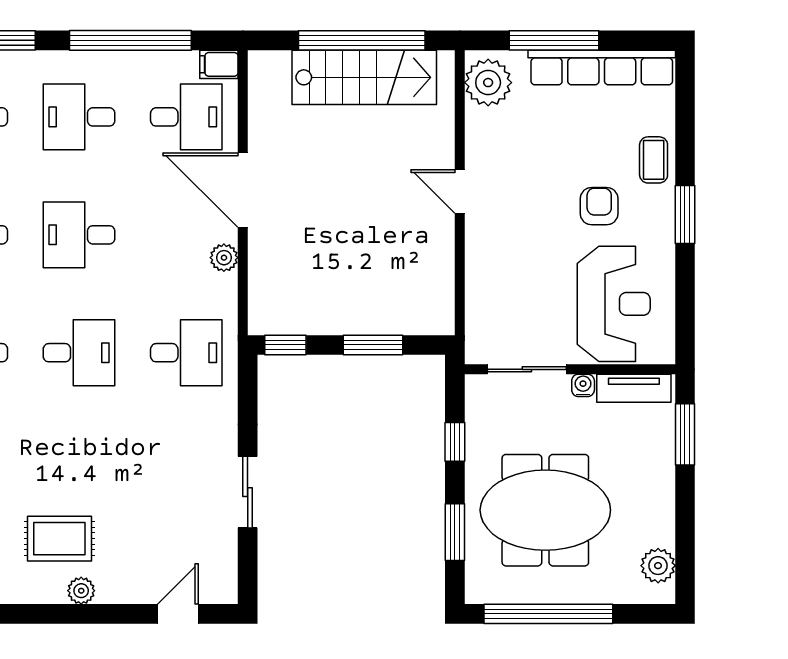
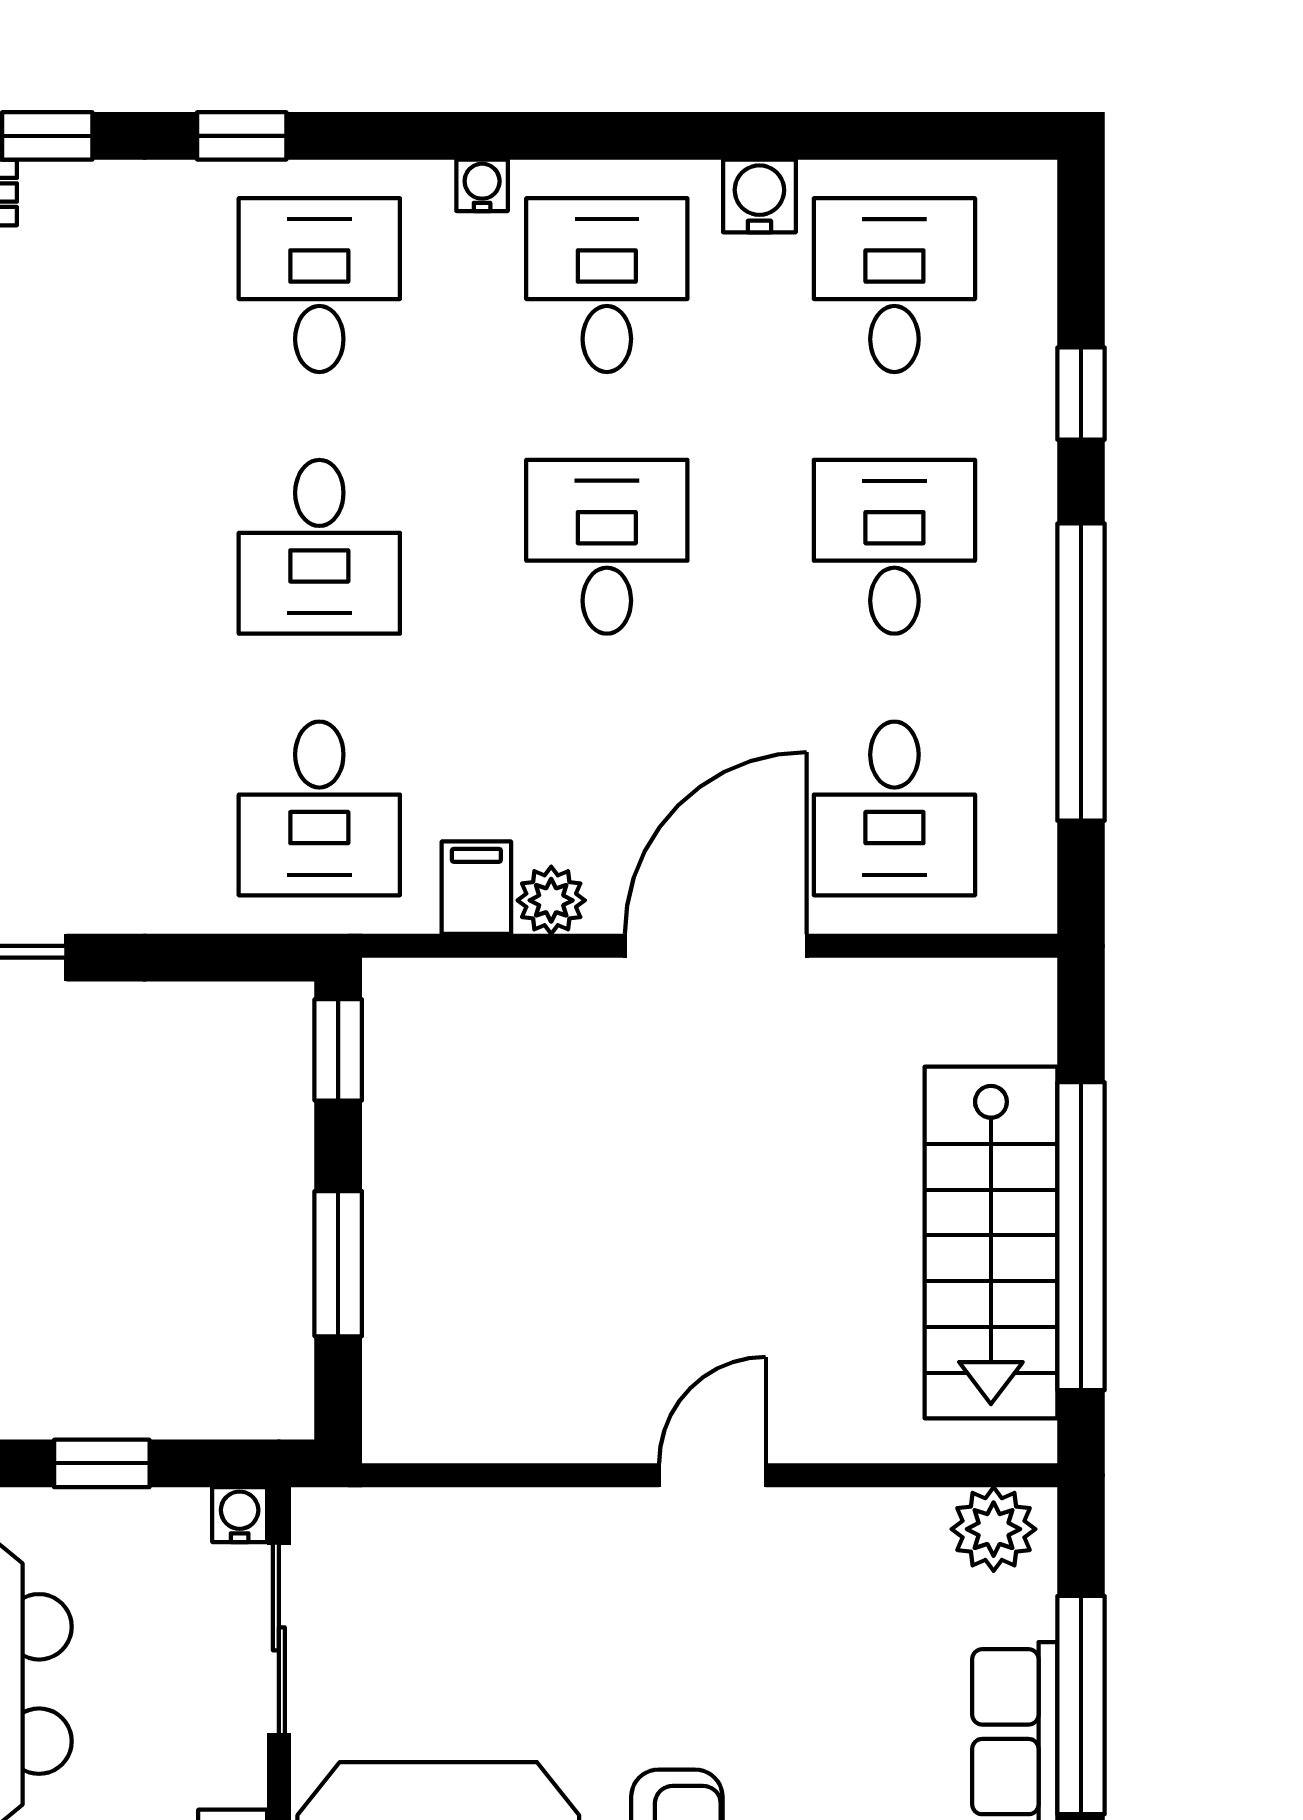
filing cabinet: (219, 64) -> (476, 888), moved
plant: (488, 83) -> (994, 1529), width x0.73, depth x0.73
water cooler: (583, 385) -> (240, 1515), moved, turned -90

